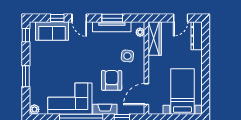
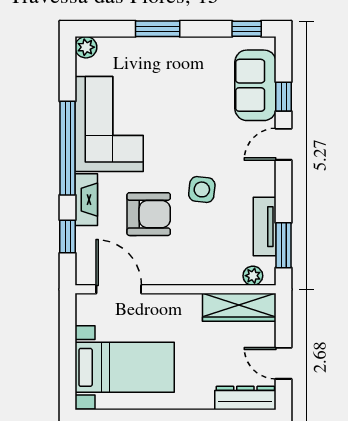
window: (112, 18) -> (284, 245), moved
tv unit: (112, 27) -> (265, 227), width x0.71
side table: (127, 56) -> (202, 189), moved

